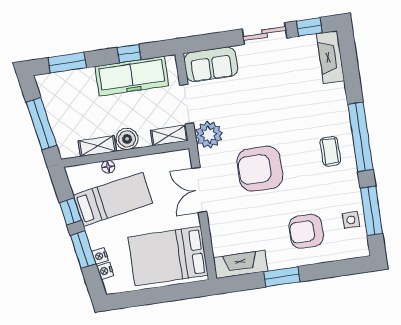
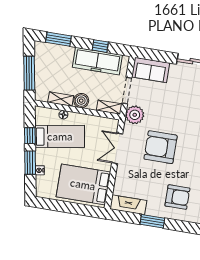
armchair: (306, 231) -> (177, 197), turned 180
nightstand: (105, 271) -> (40, 181), removed

